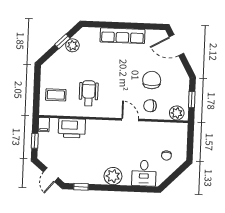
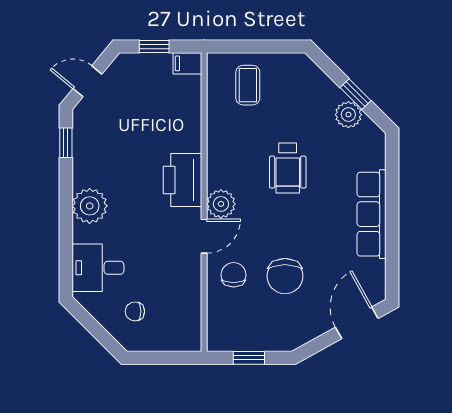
chair: (152, 80) -> (285, 276), turned 90
wheelchair: (89, 93) -> (288, 168), moved, turned 90
plant: (177, 113) -> (221, 204), moved
printer: (72, 128) -> (182, 180), moved

